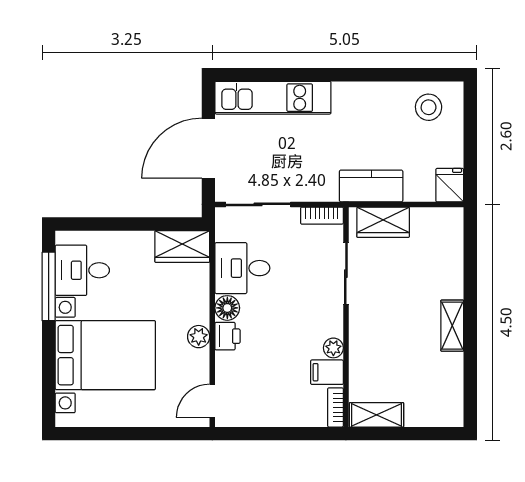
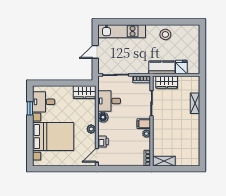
stool: (429, 107) -> (165, 34), moved
door: (208, 148) -> (95, 52), width x0.53
fridge: (450, 185) -> (181, 67), moved
window: (49, 286) -> (30, 108), width x0.46
shelving: (452, 326) -> (195, 103), moved
printer: (228, 336) -> (103, 142), moved
filing cabinet: (327, 372) -> (144, 124), moved

